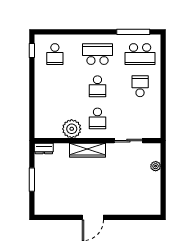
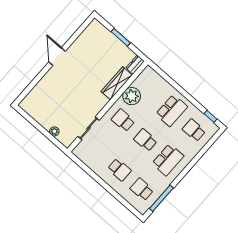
school desk: (140, 54) -> (142, 189), width x0.54
school desk: (55, 86) -> (172, 110), added
wardrobe: (87, 150) -> (117, 83), moved

